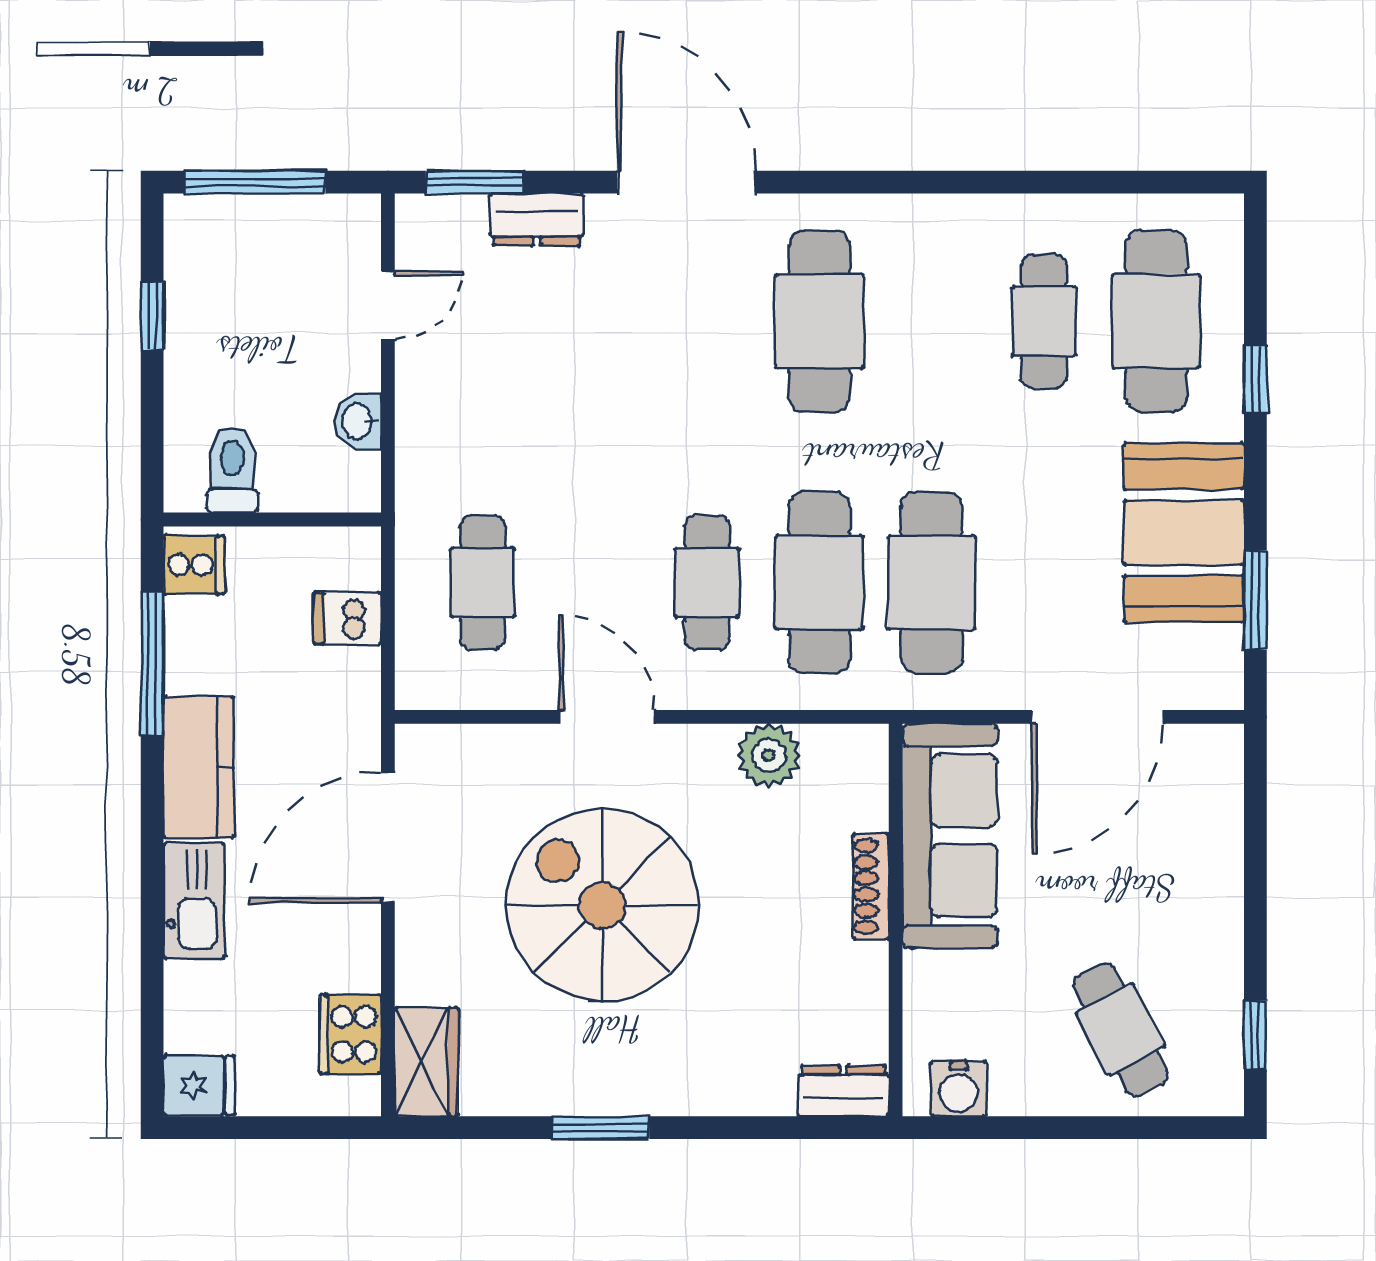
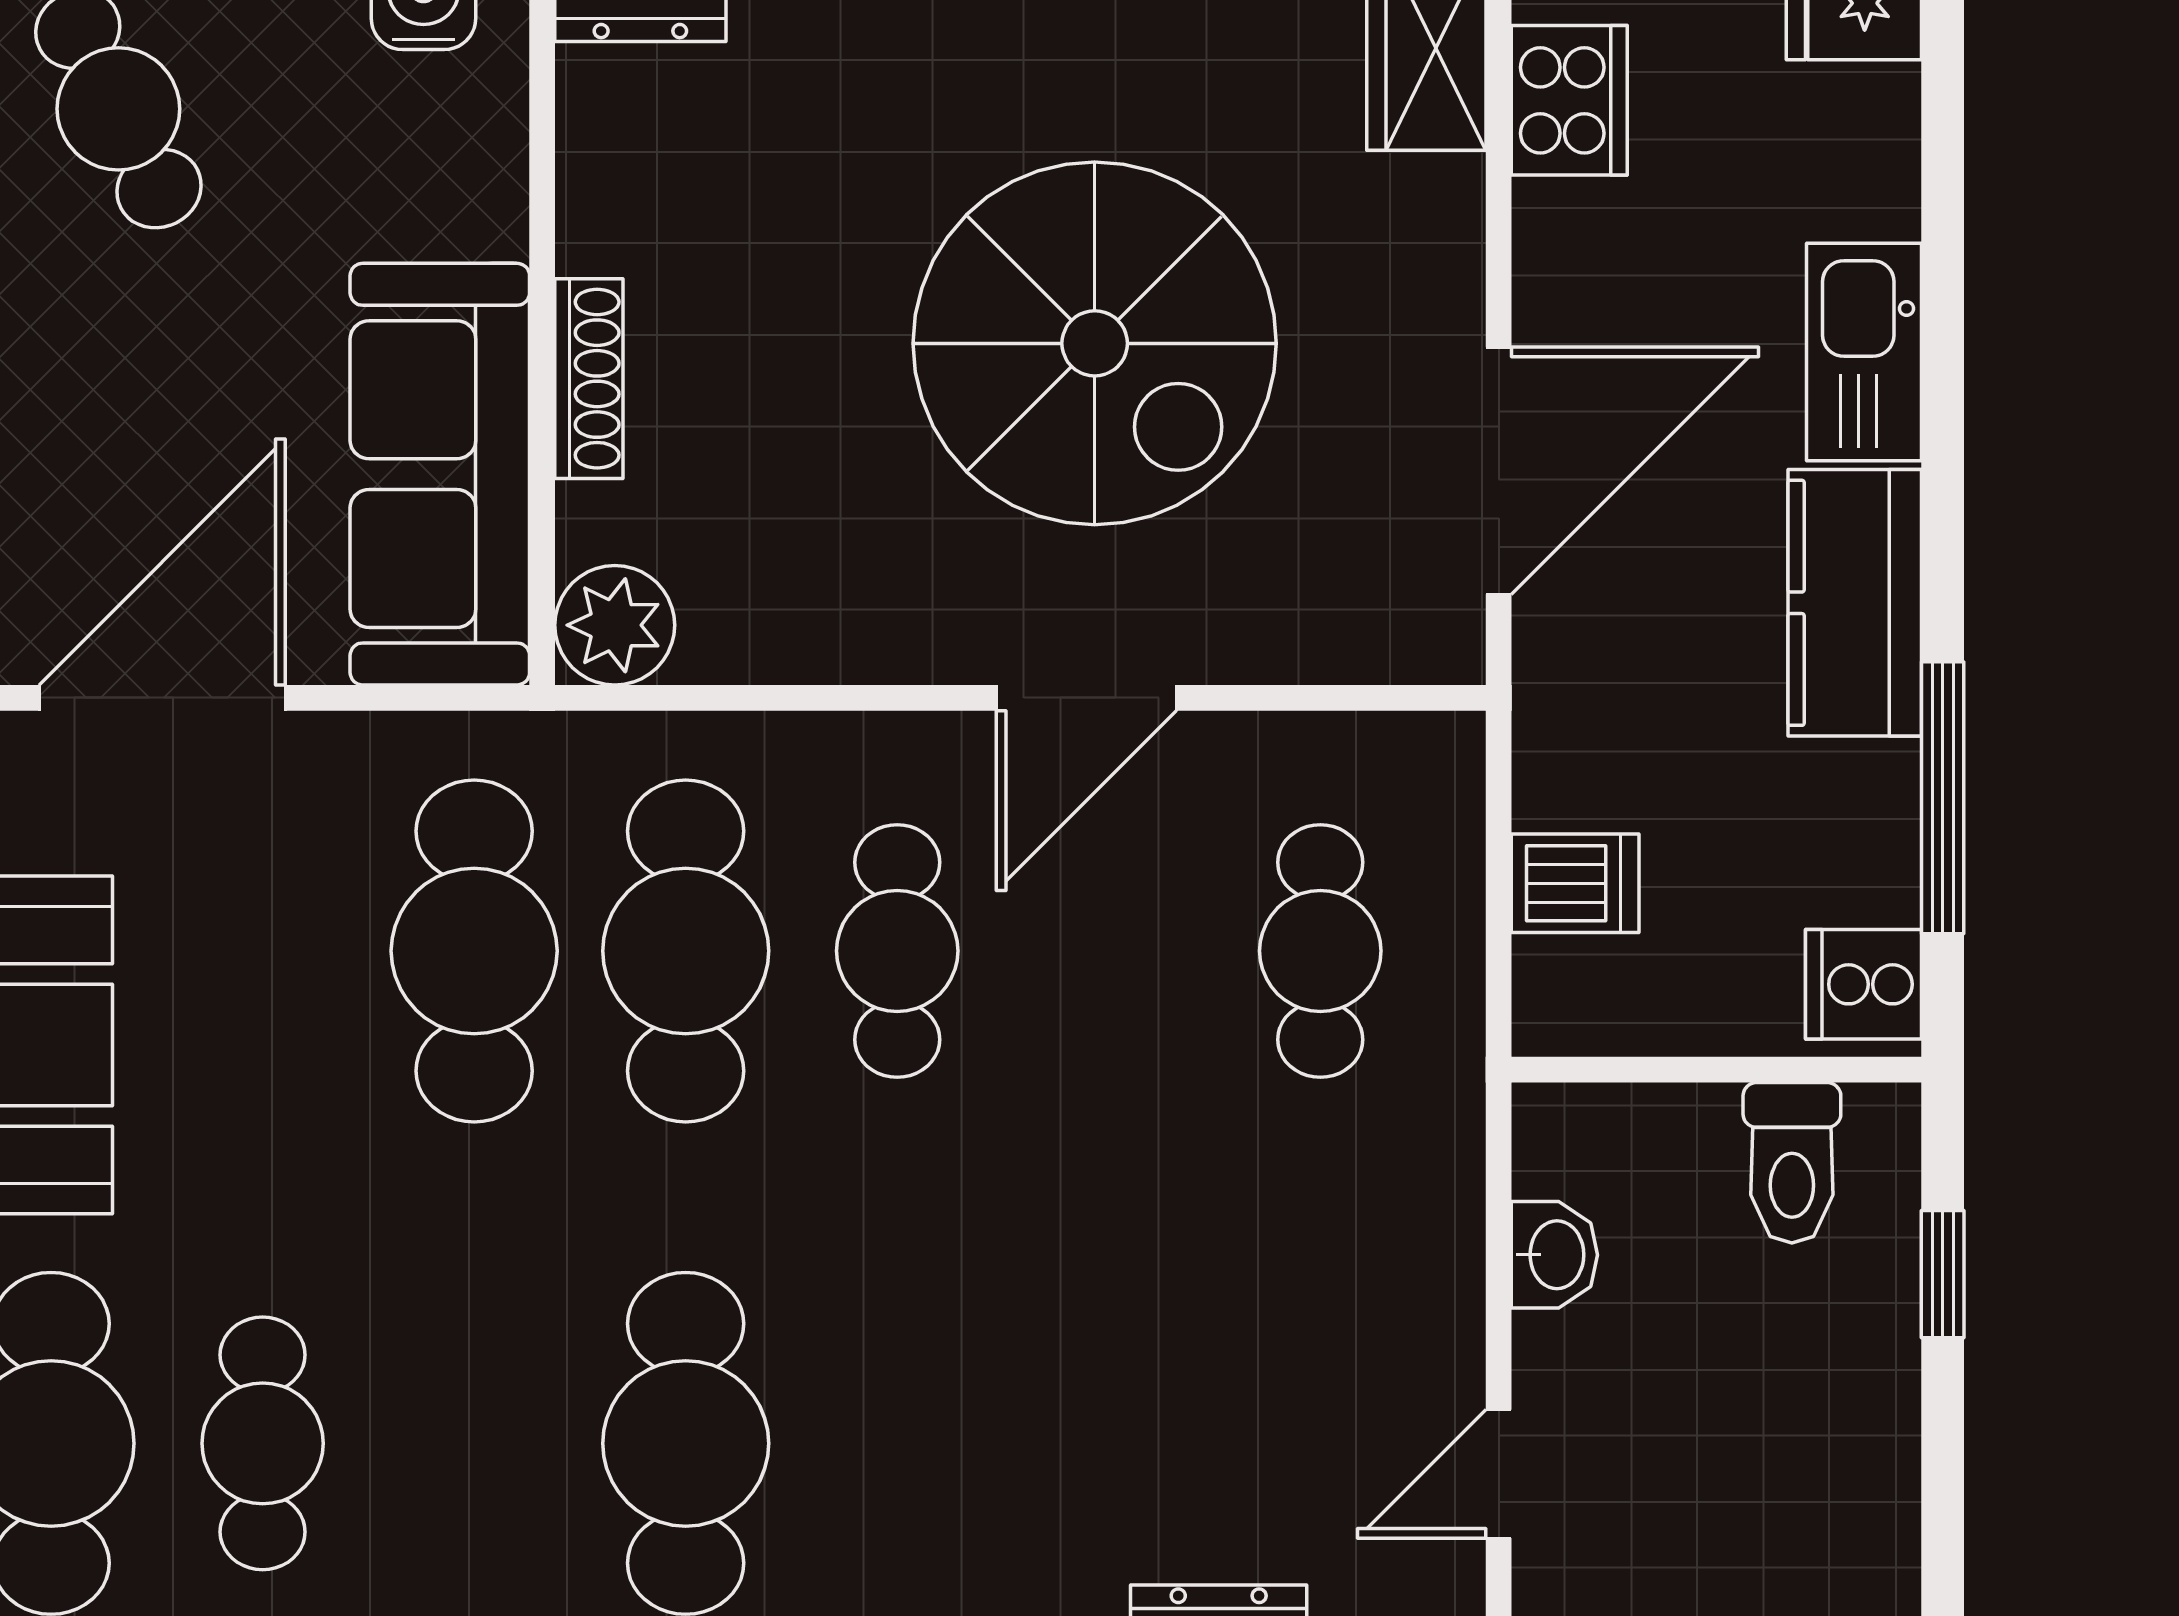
window: (152, 316) -> (1943, 1274), moved
door: (607, 717) -> (1086, 698), hinge flipped
plant: (769, 755) -> (615, 625), moved

